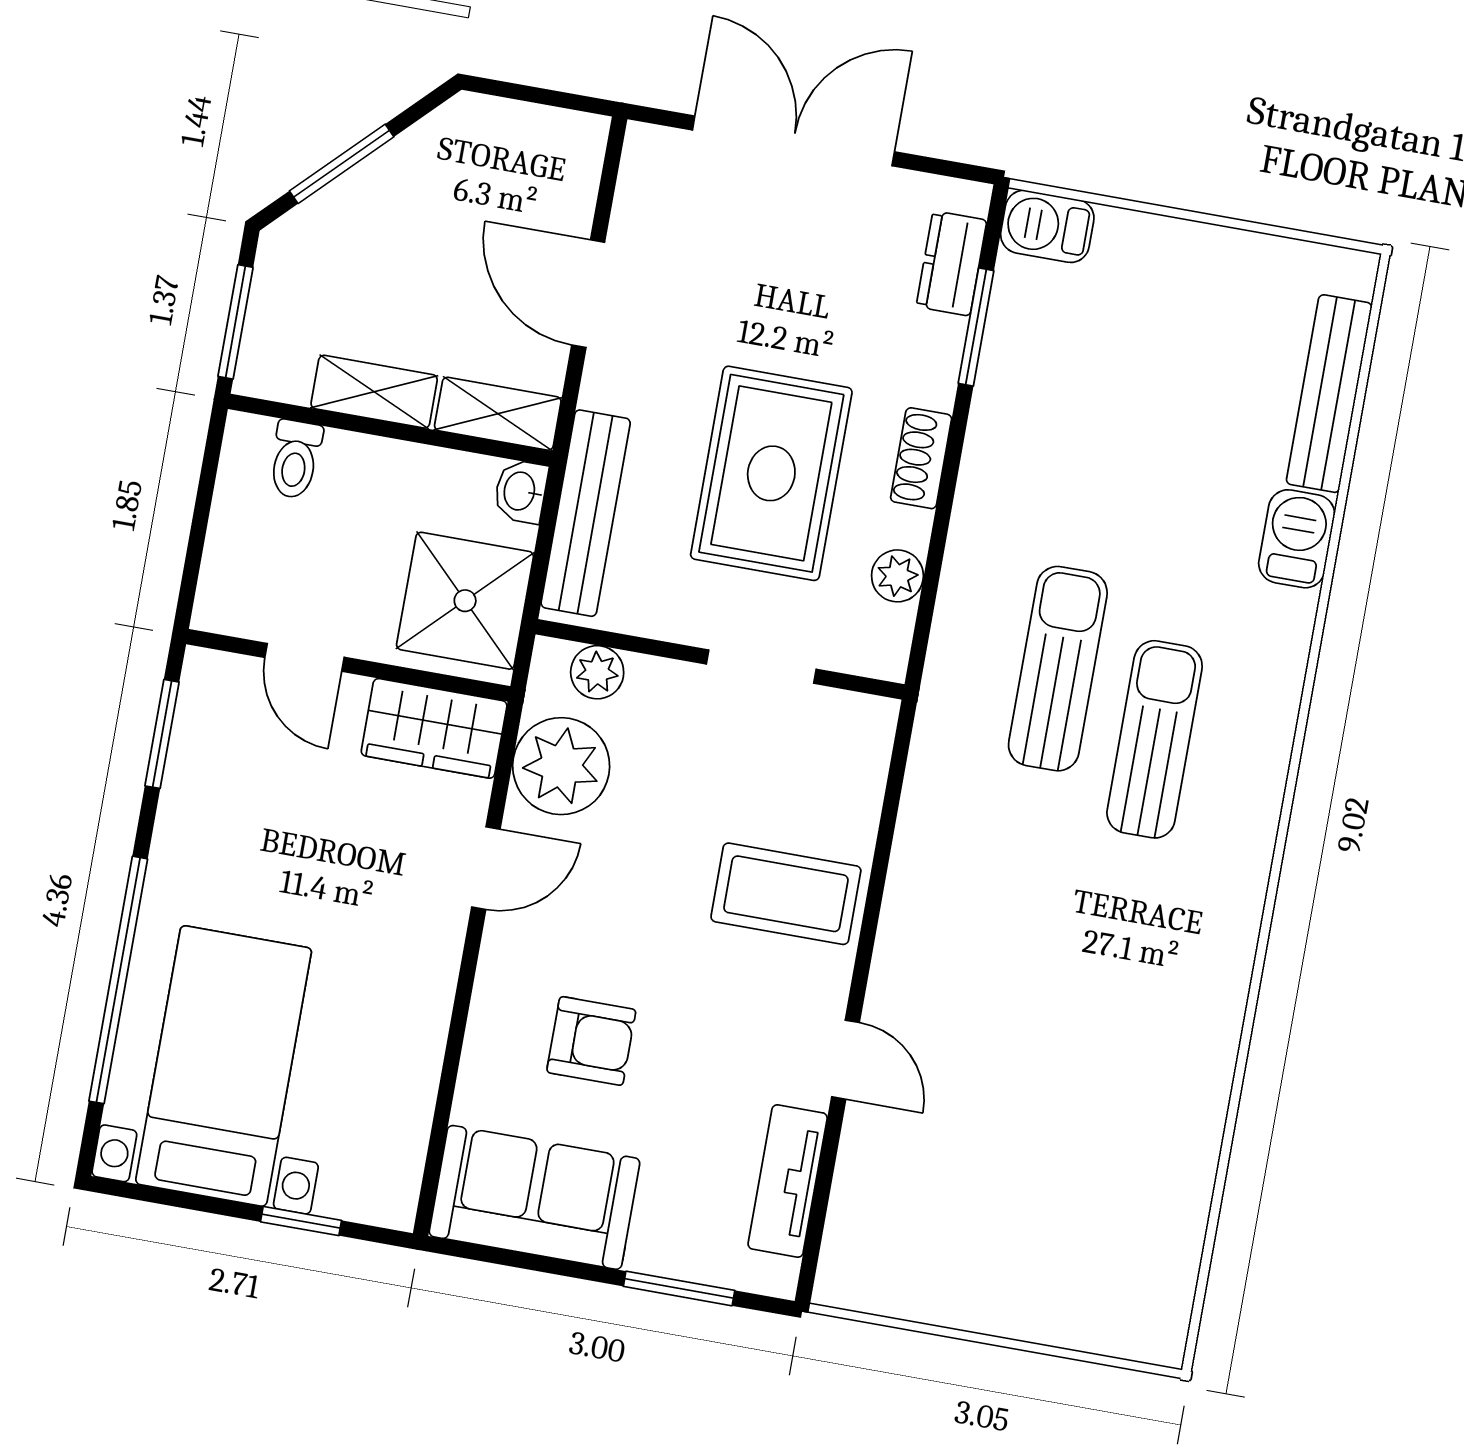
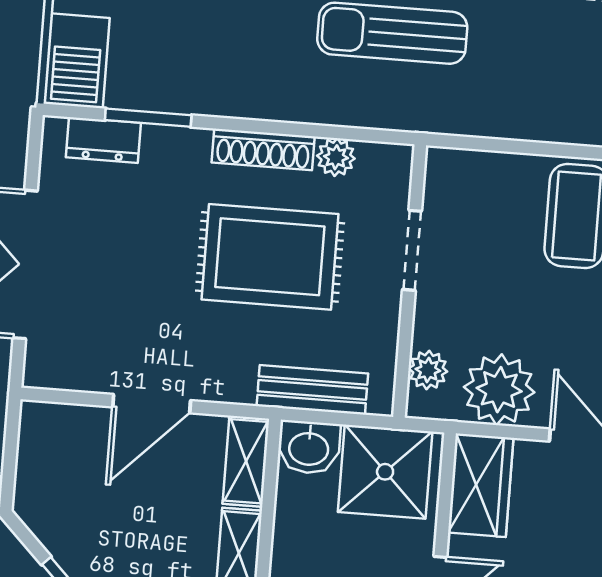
barbecue: (1047, 226) -> (77, 61), width x1.38, depth x1.27
shoe rack: (921, 458) -> (263, 149), width x1.43
washbasin: (521, 491) -> (309, 447), width x1.38, depth x1.45
bench: (586, 513) -> (312, 390), width x0.73

